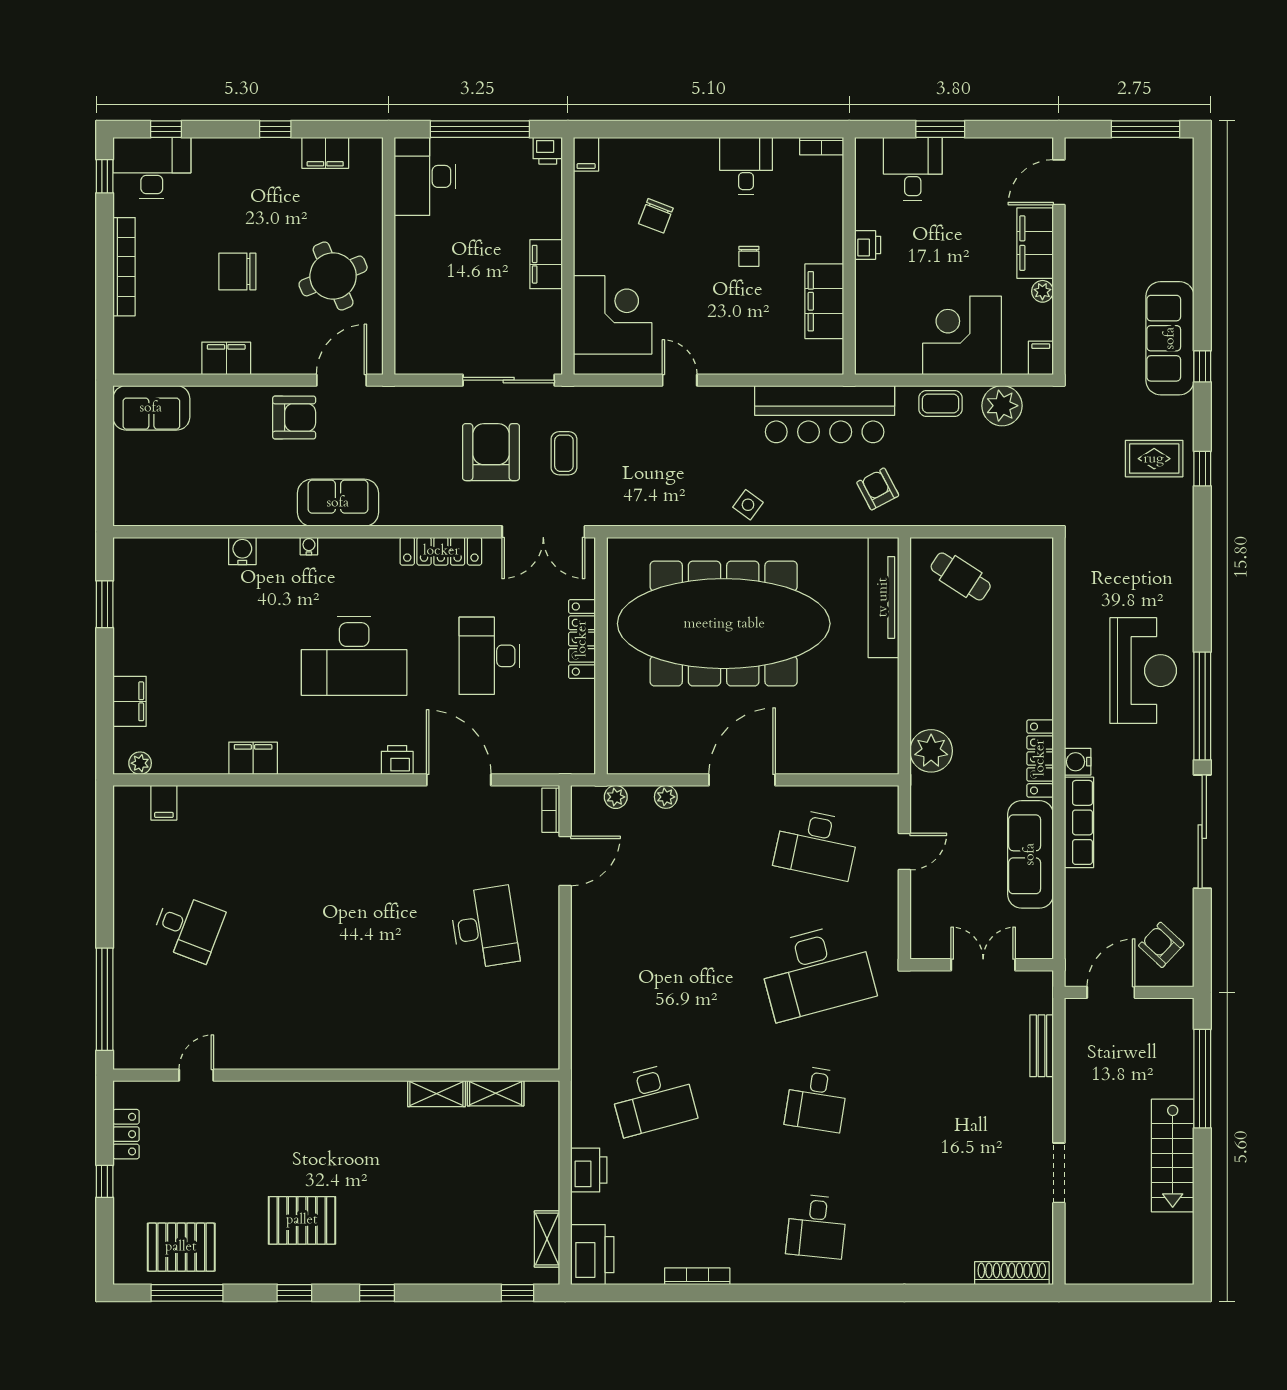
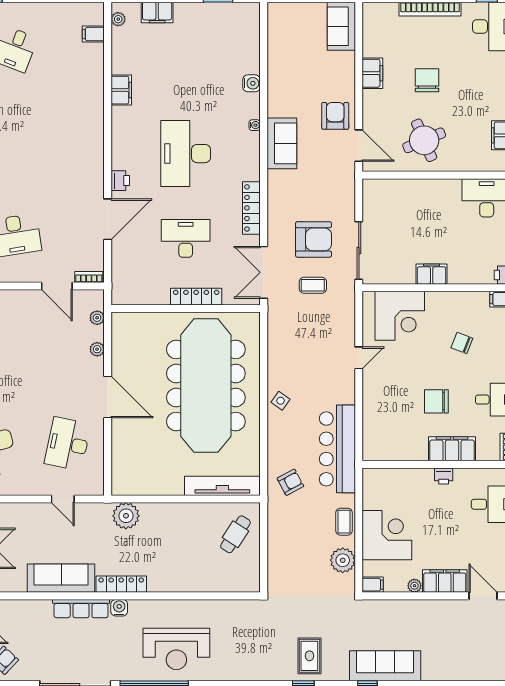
chair: (749, 256) -> (436, 401), width x1.87, depth x1.87
filing cabinet: (824, 301) -> (452, 449), moved
armchair: (294, 418) -> (335, 116), turned 180

